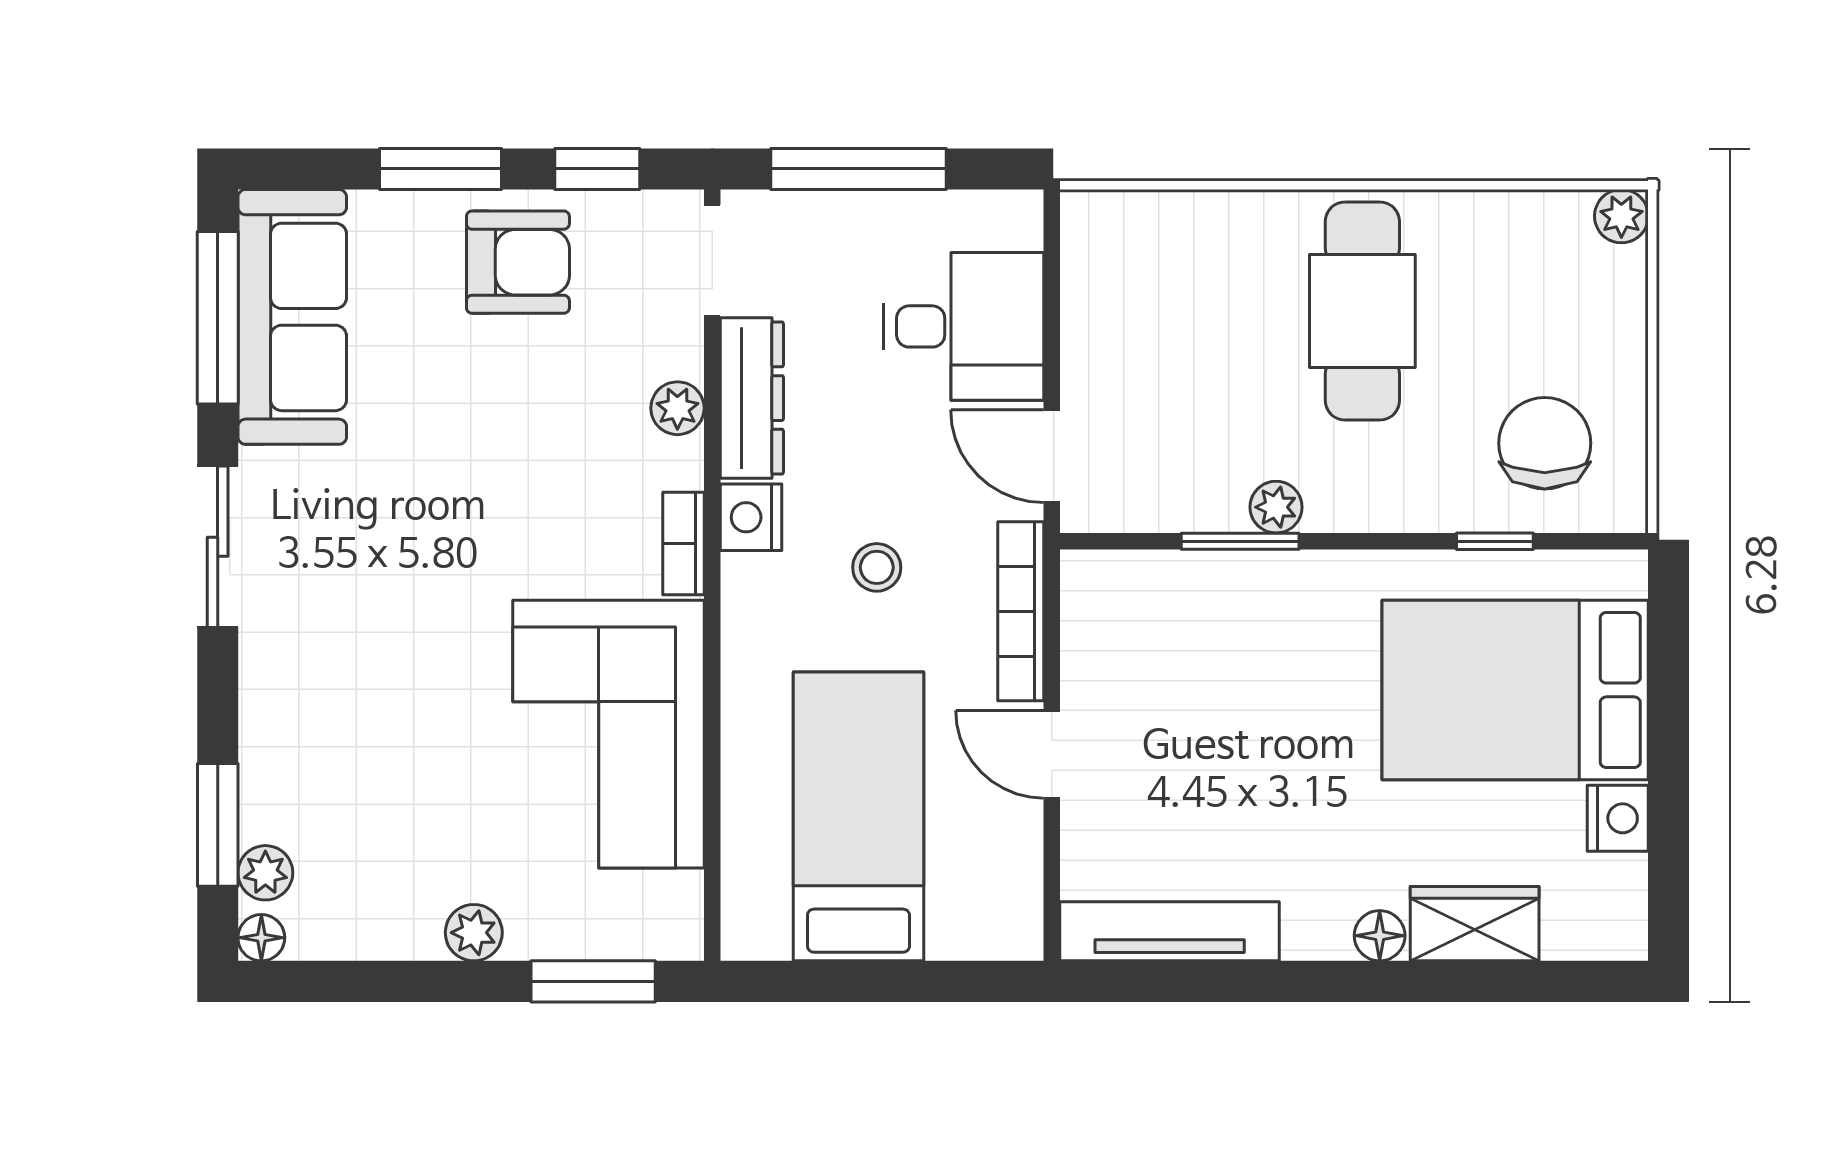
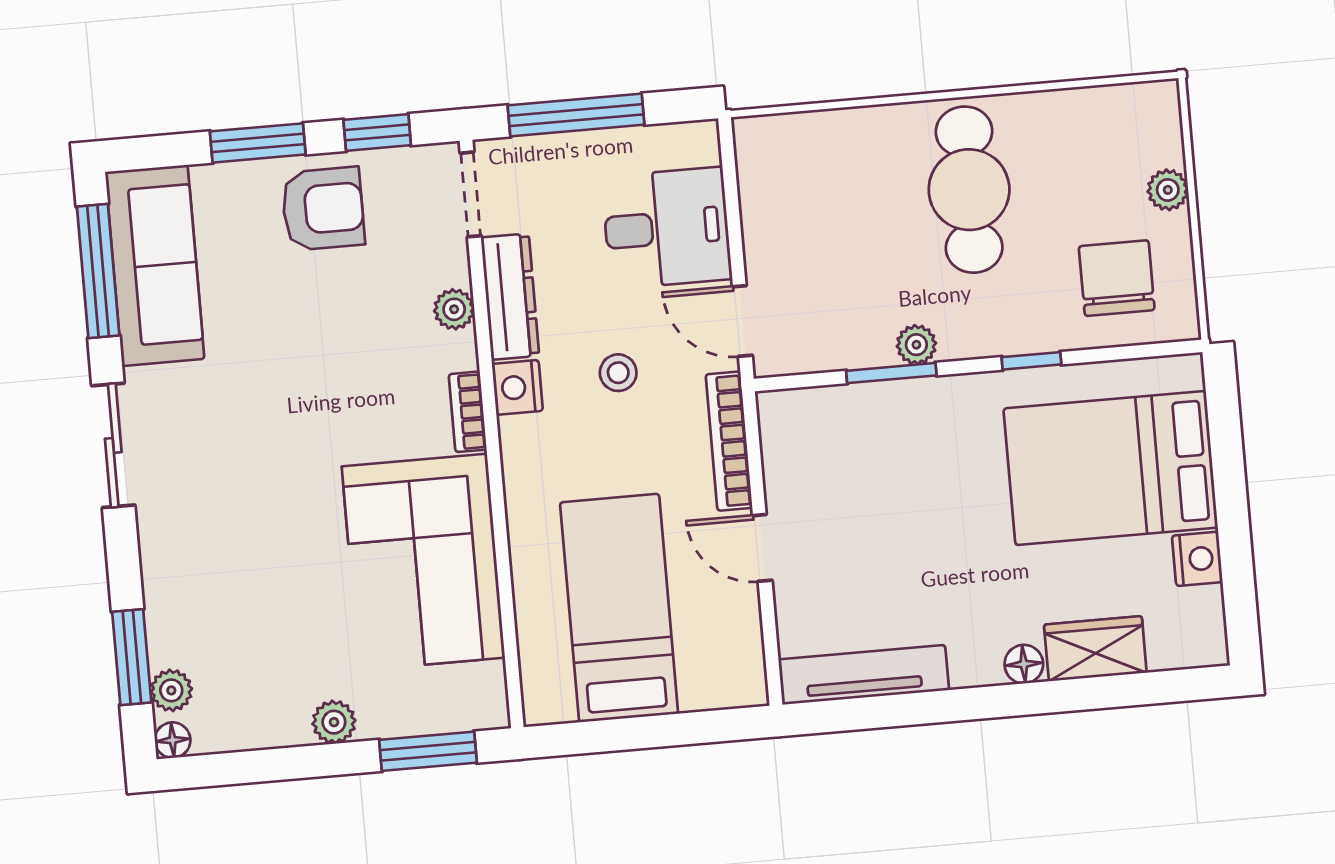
plant: (1621, 216) -> (1168, 190), moved
window: (1495, 541) -> (1031, 361), moved
stool: (877, 567) -> (618, 373), moved

